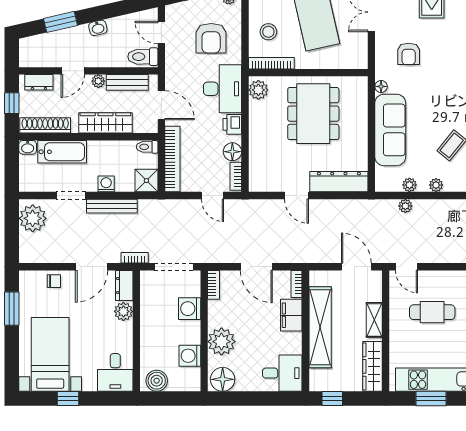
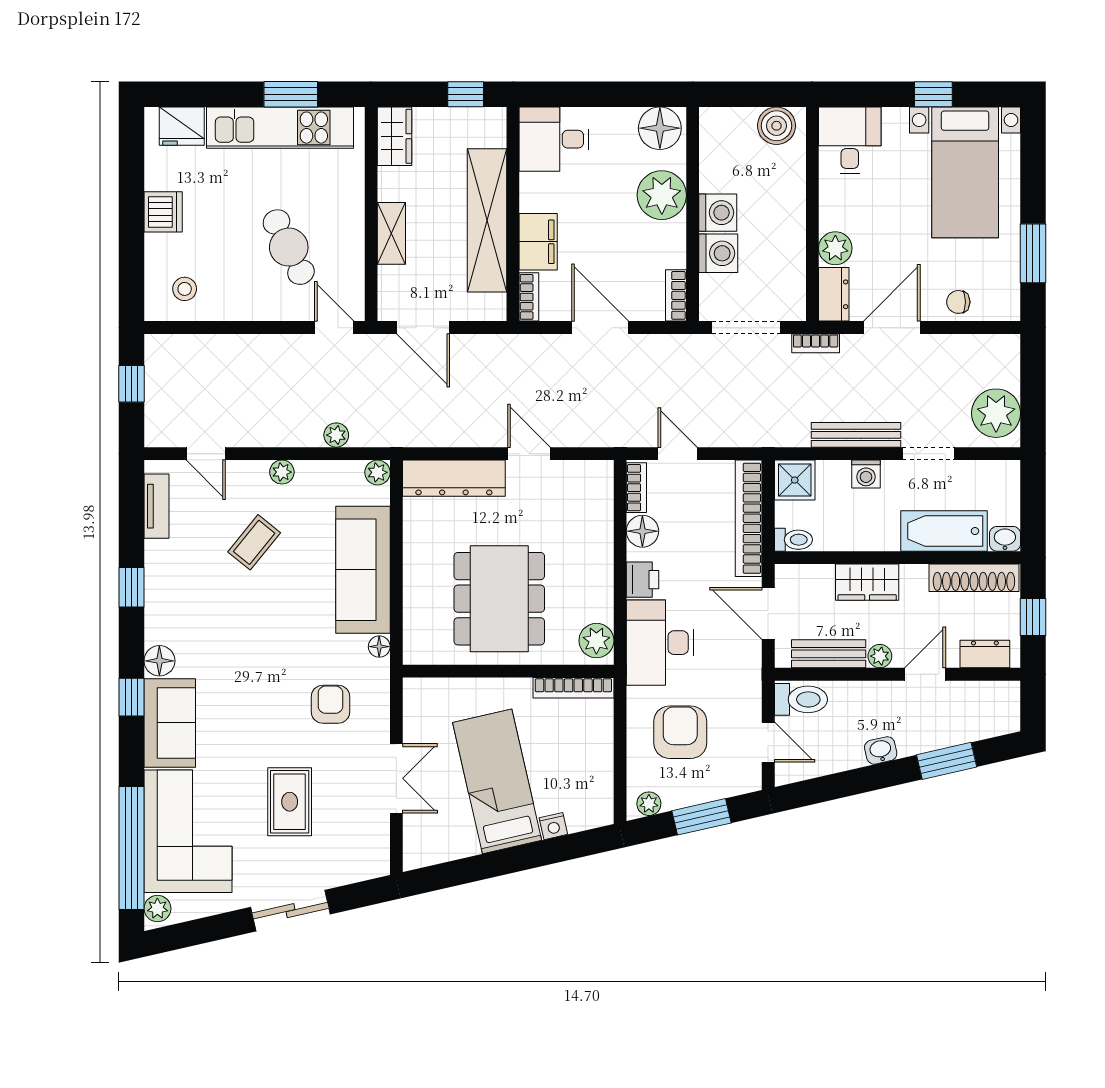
stool: (268, 32) -> (579, 744), removed
wardrobe: (105, 123) -> (867, 582), width x0.67
plant: (409, 185) -> (377, 472), moved
cafe table: (432, 312) -> (289, 247), turned 64
washing machine: (190, 356) -> (718, 213), moved
wardrobe: (372, 366) -> (394, 136), width x0.67

